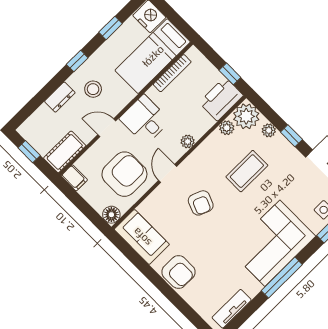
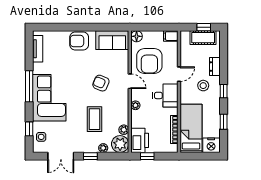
cot: (65, 152) -> (203, 38), moved, turned 90

